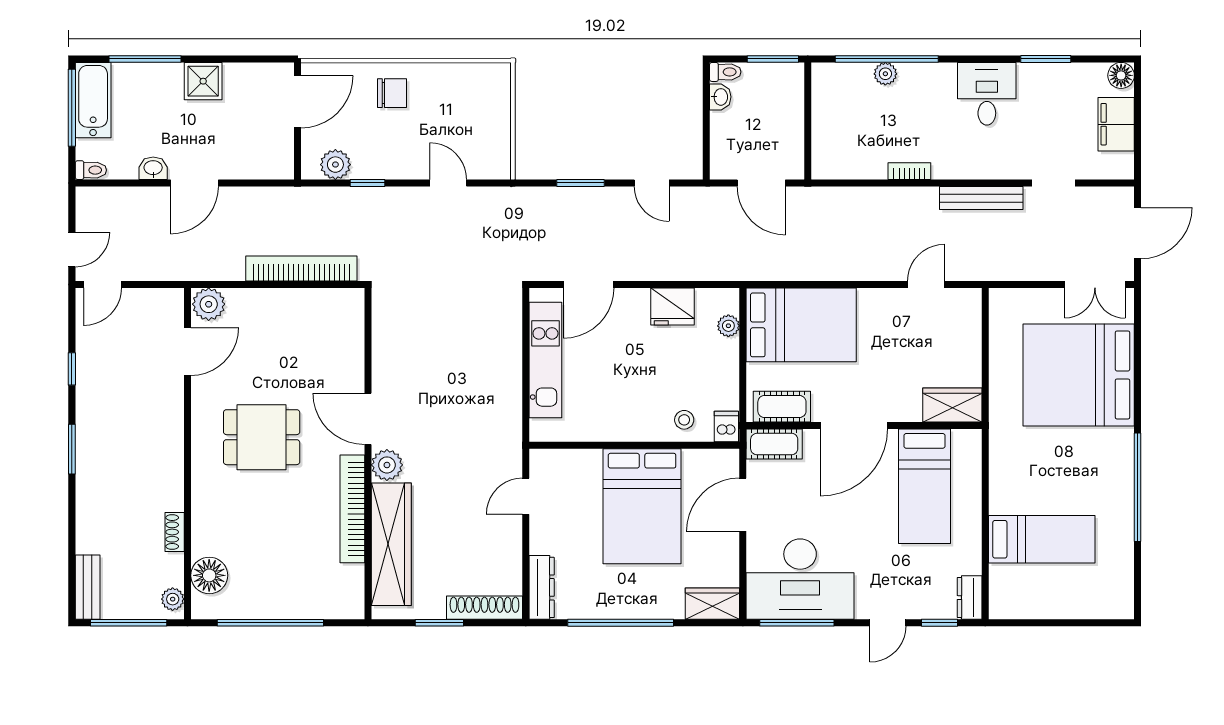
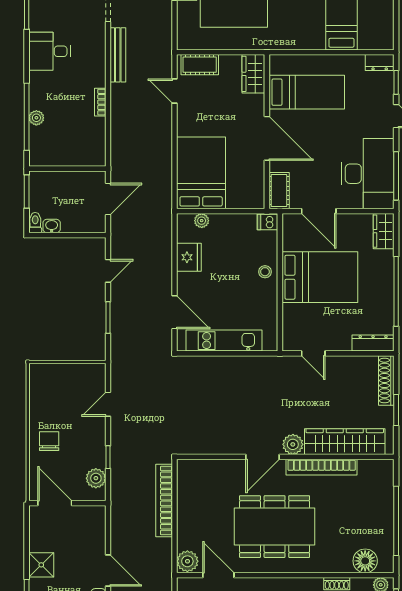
cot: (782, 407) -> (200, 65), moved, turned 90
stool: (684, 420) -> (265, 272), moved
dining table: (262, 437) -> (275, 527), width x1.88, depth x1.24

